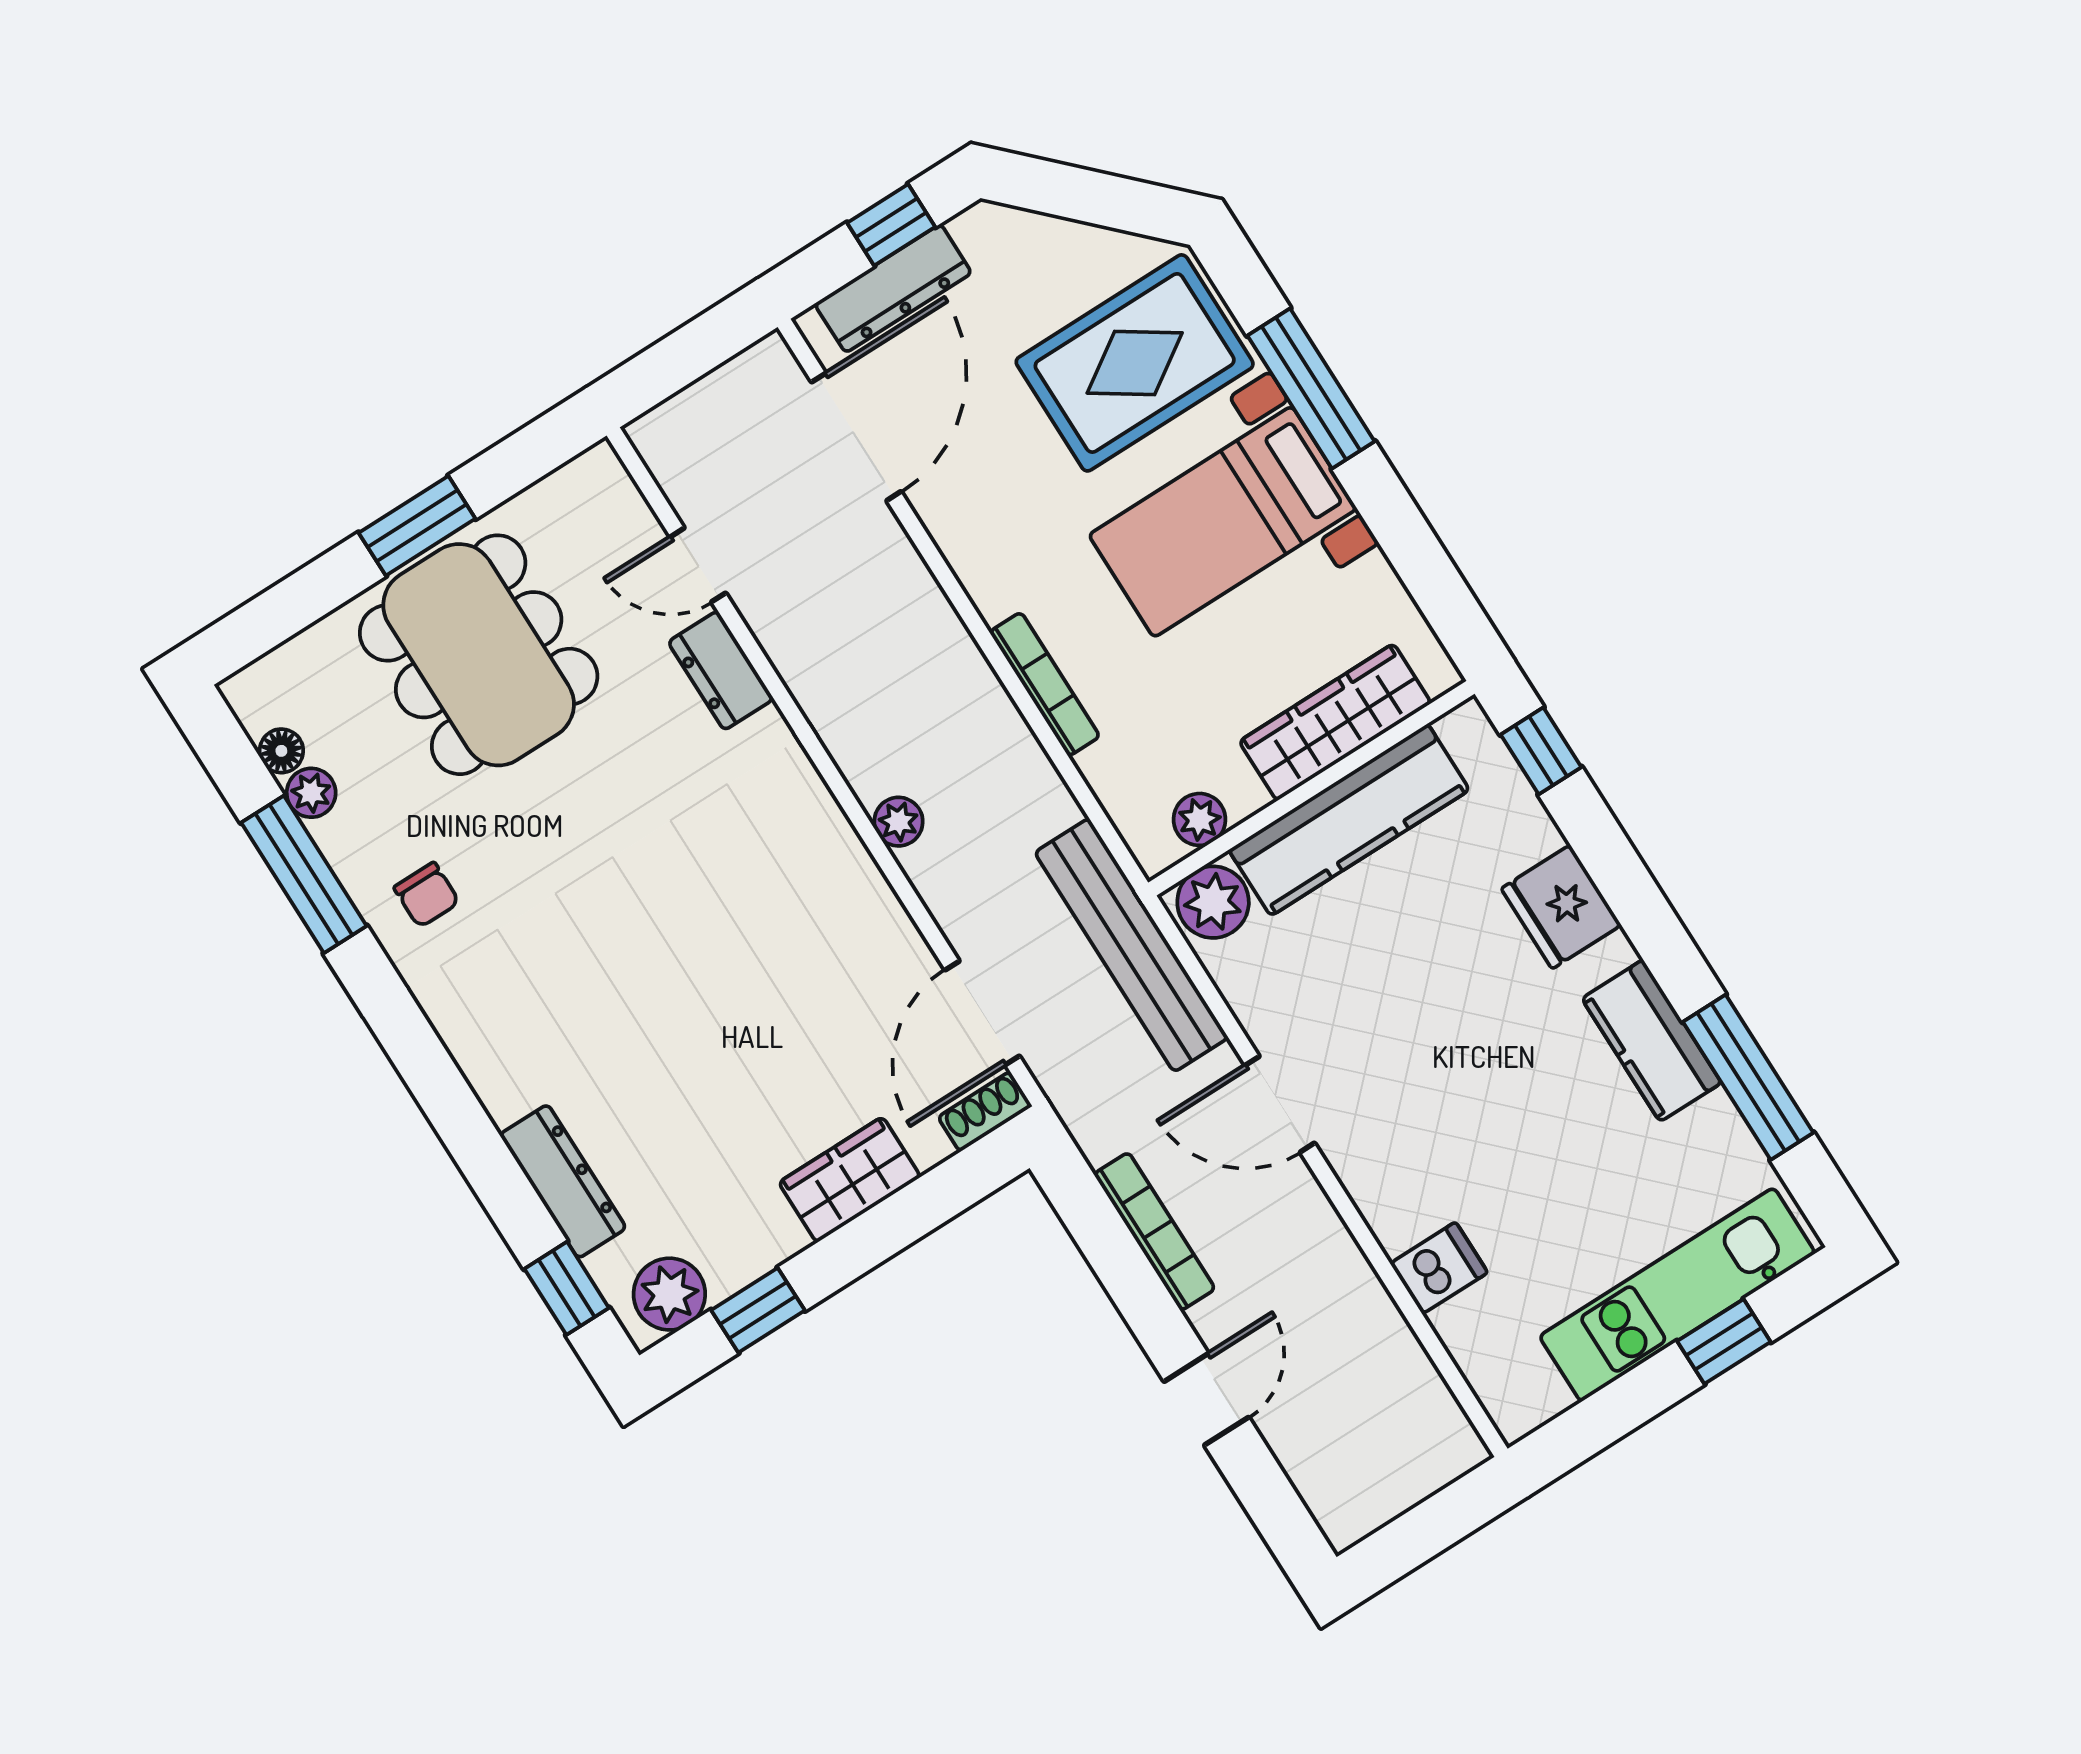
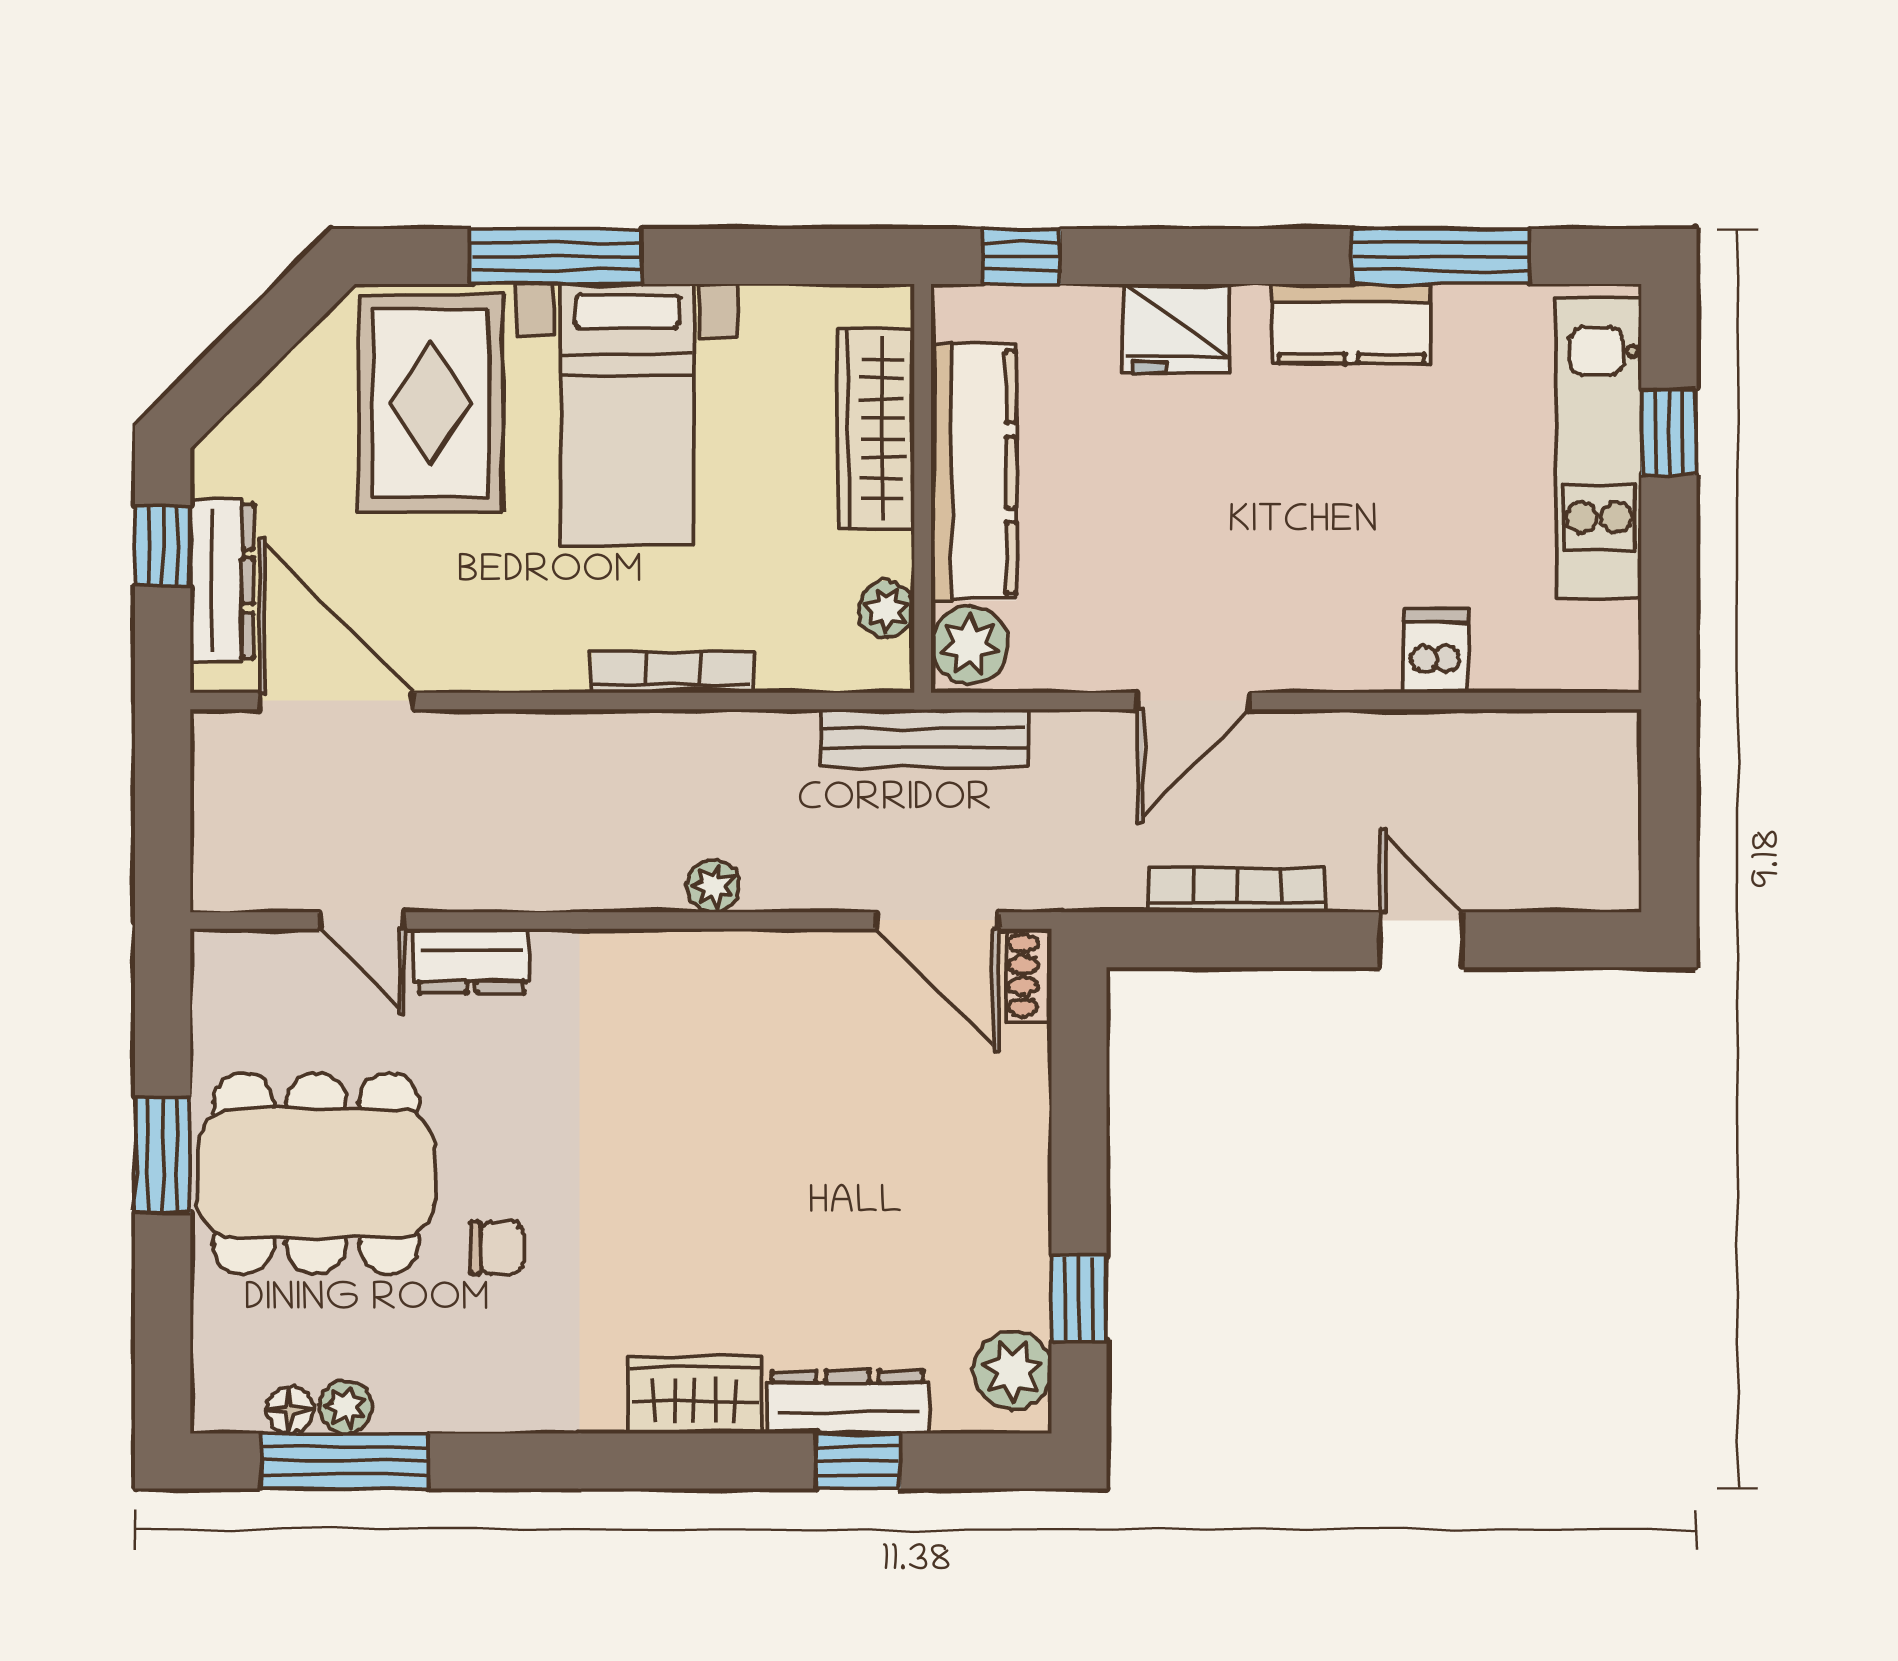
door: (698, 565) -> (362, 920), hinge flipped
window: (304, 874) -> (345, 1461), moved
chair: (427, 895) -> (497, 1248), moved
bench: (1131, 945) -> (924, 738), width x0.73, depth x0.82
wardrobe: (850, 1180) -> (695, 1395), moved, turned 90
window: (567, 1288) -> (858, 1461), moved

